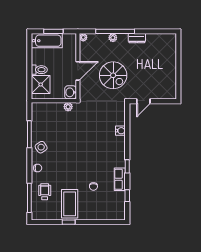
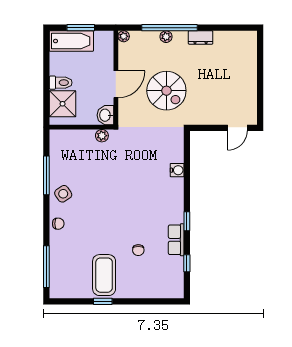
door: (143, 101) -> (237, 128), moved
wheelchair: (45, 192) -> (68, 258), removed

